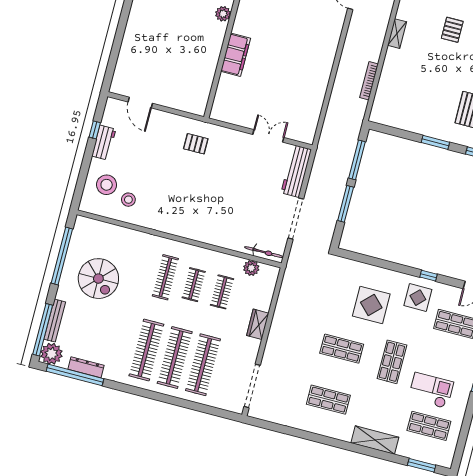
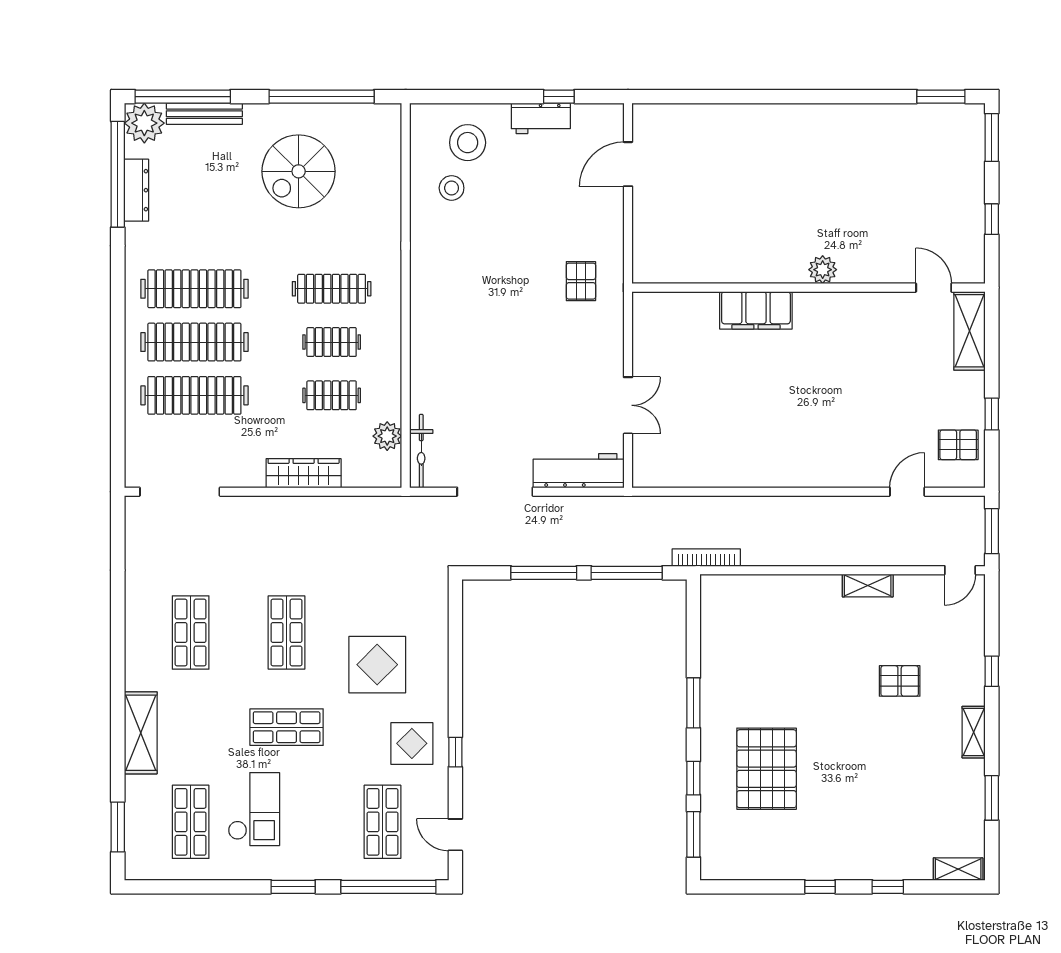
bookcase: (369, 81) -> (706, 558), moved
wardrobe: (258, 324) -> (304, 473), width x1.50

